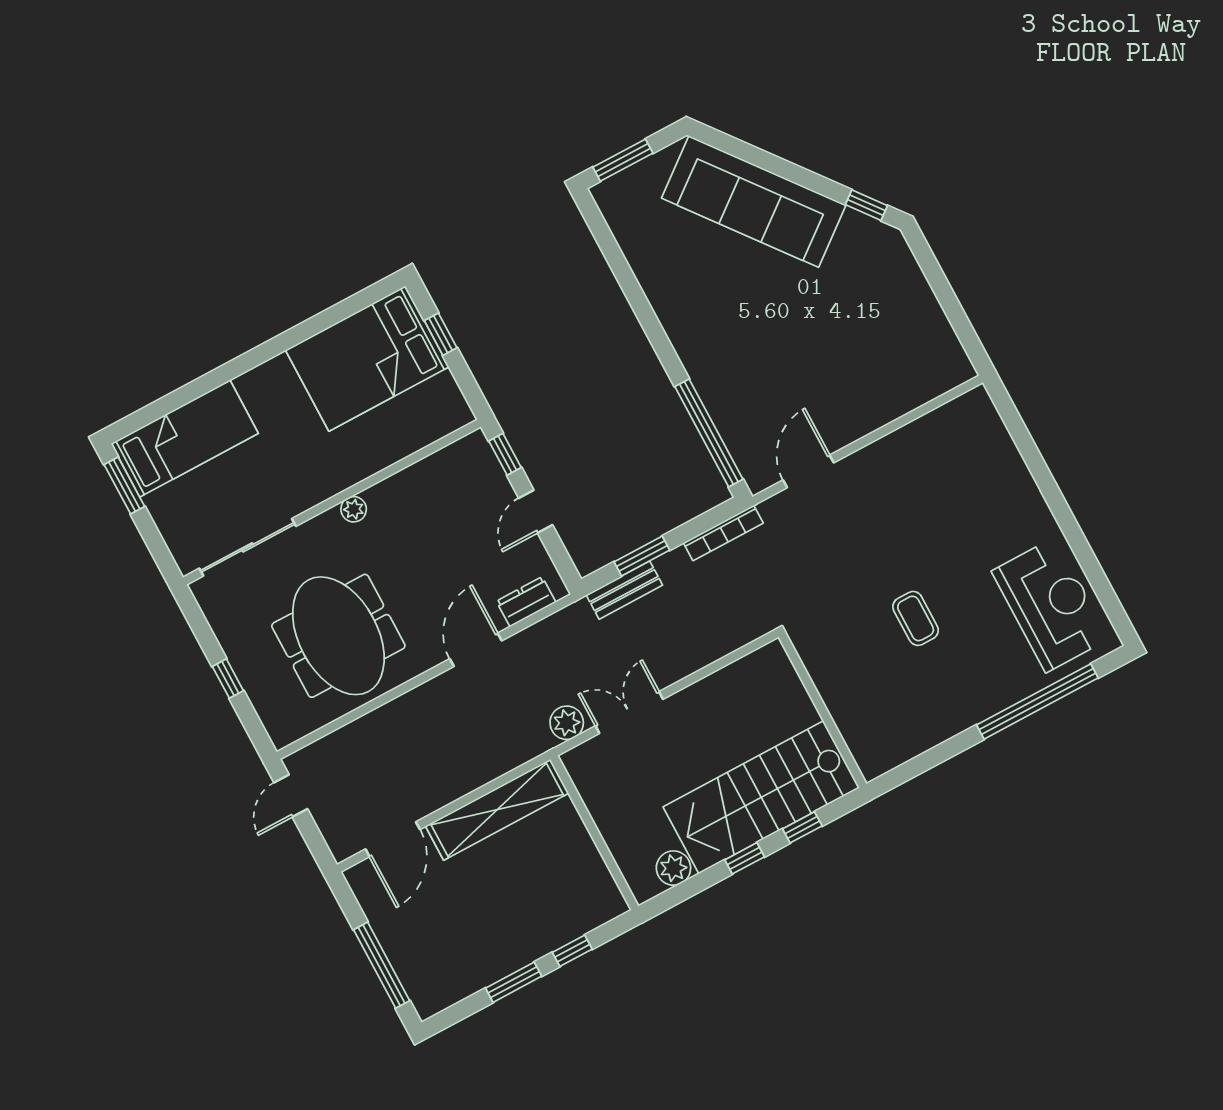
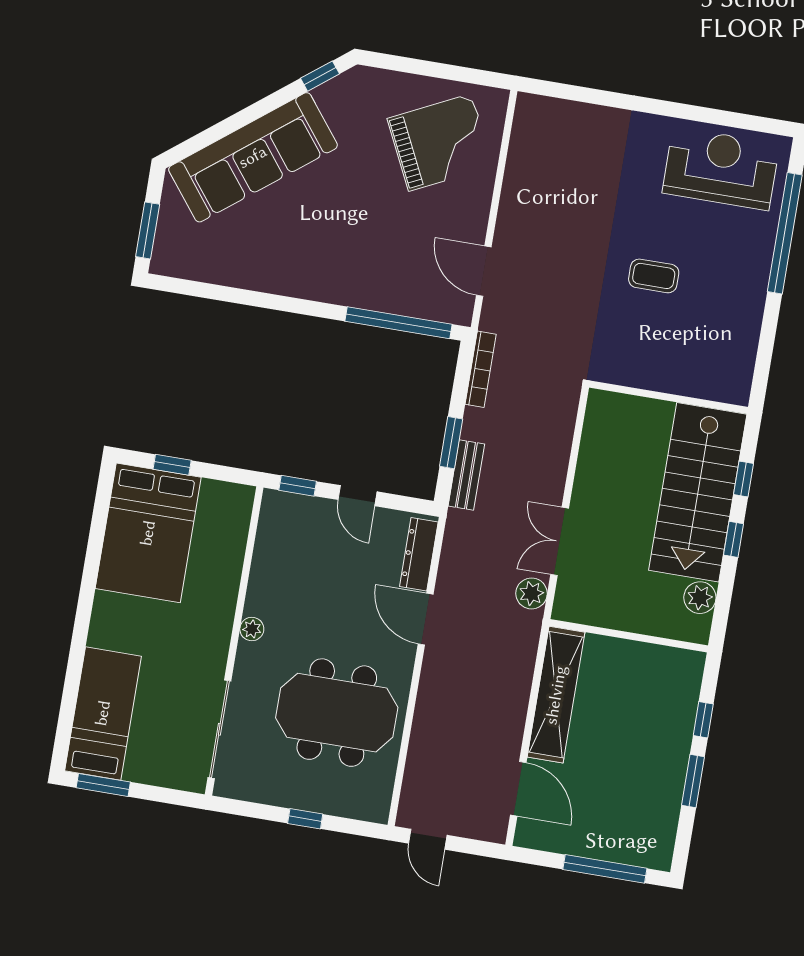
grand piano: (889, 350) -> (440, 142), added
dresser: (526, 602) -> (419, 554), width x1.44

